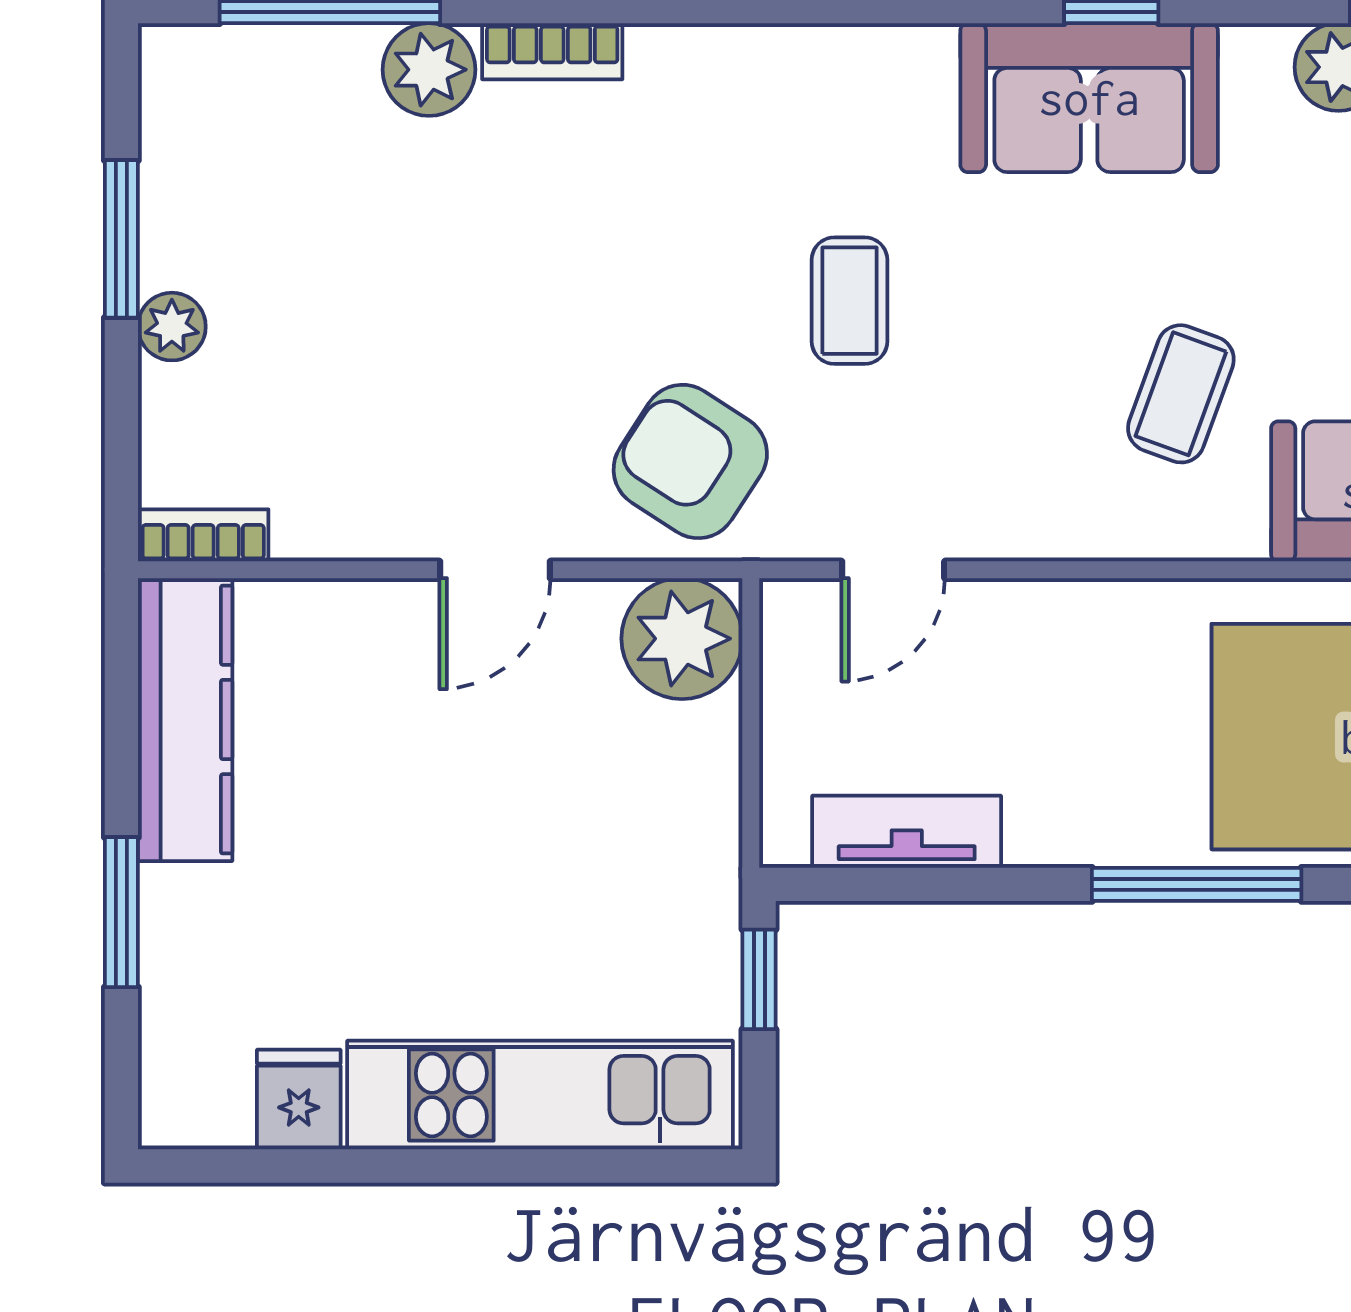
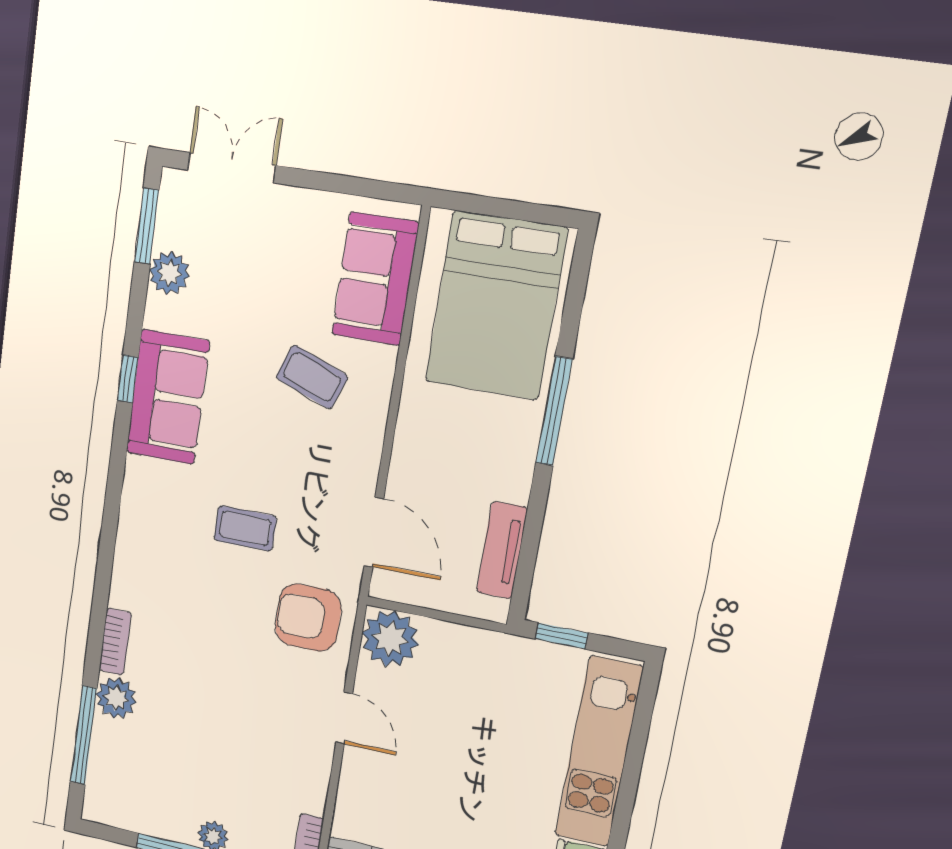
armchair: (690, 461) -> (308, 618), turned 57
door: (893, 570) -> (374, 532), width x1.38

